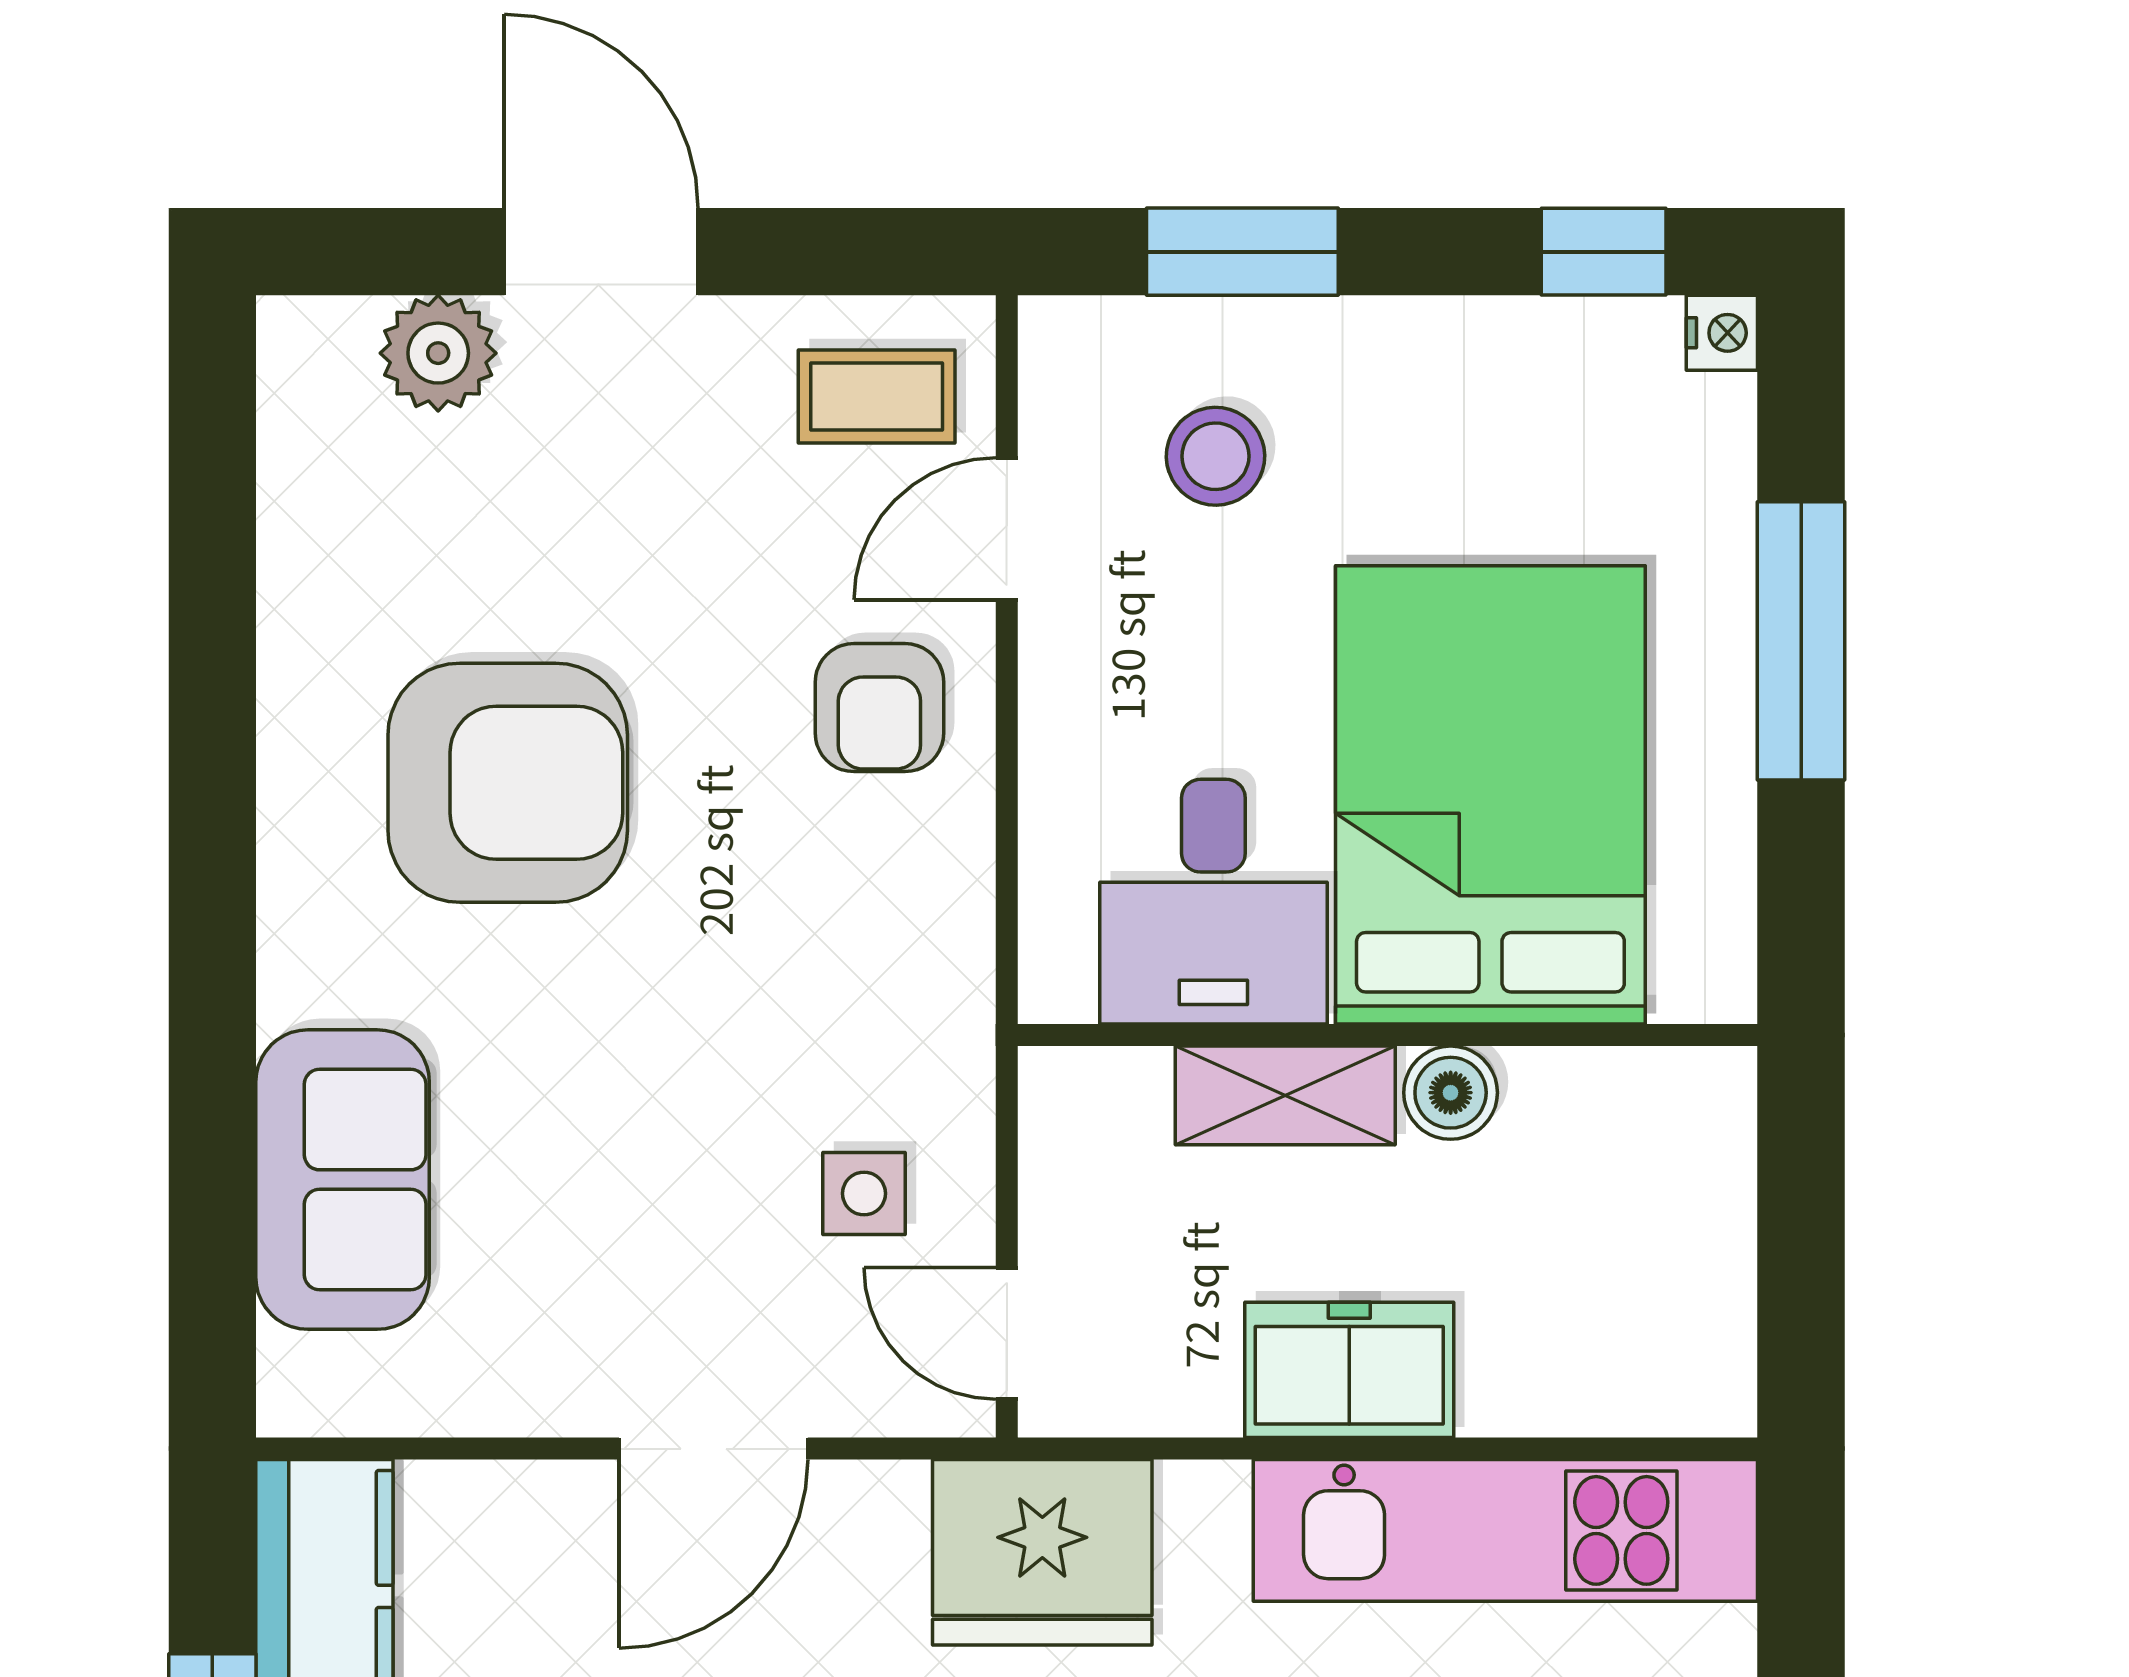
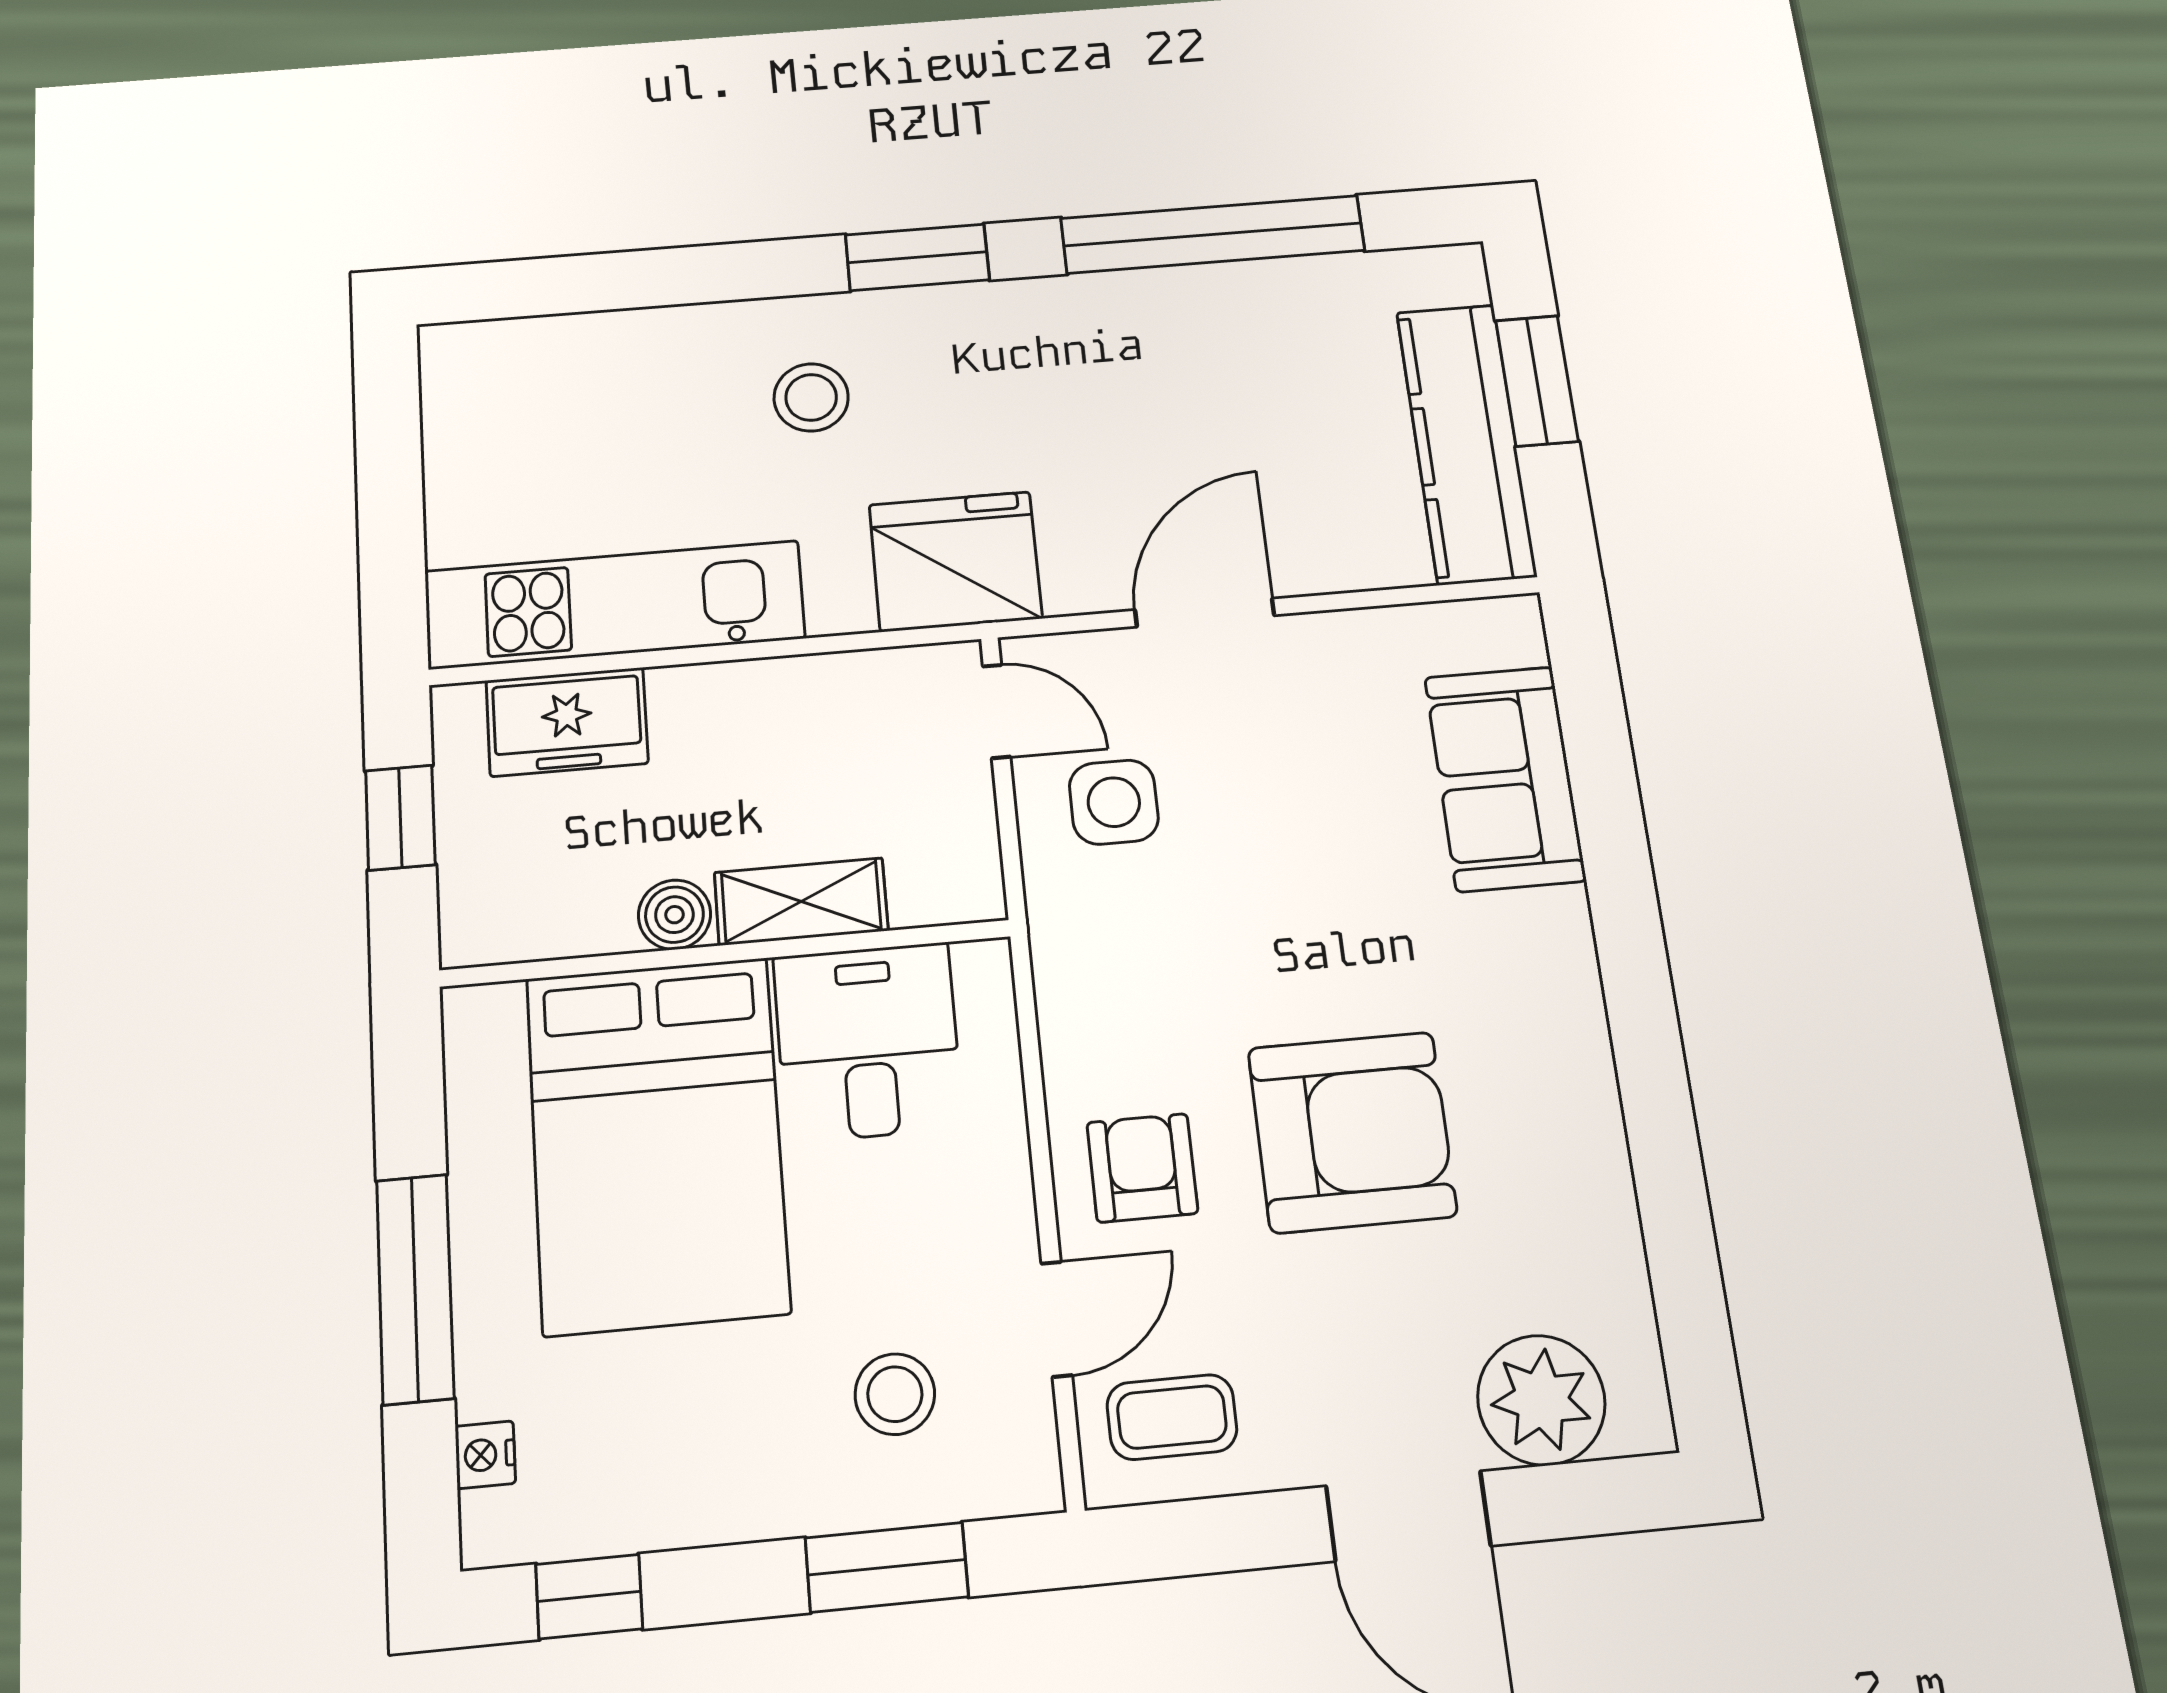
nightstand: (1722, 333) -> (485, 1455), moved
plant: (438, 353) -> (1541, 1400), width x1.36, depth x1.36
armchair: (508, 783) -> (1352, 1132), moved, turned 180
side table: (864, 1193) -> (1114, 802), width x1.37, depth x1.37
window: (1801, 1257) -> (400, 818), added
freezer: (1349, 1370) -> (567, 722), moved

